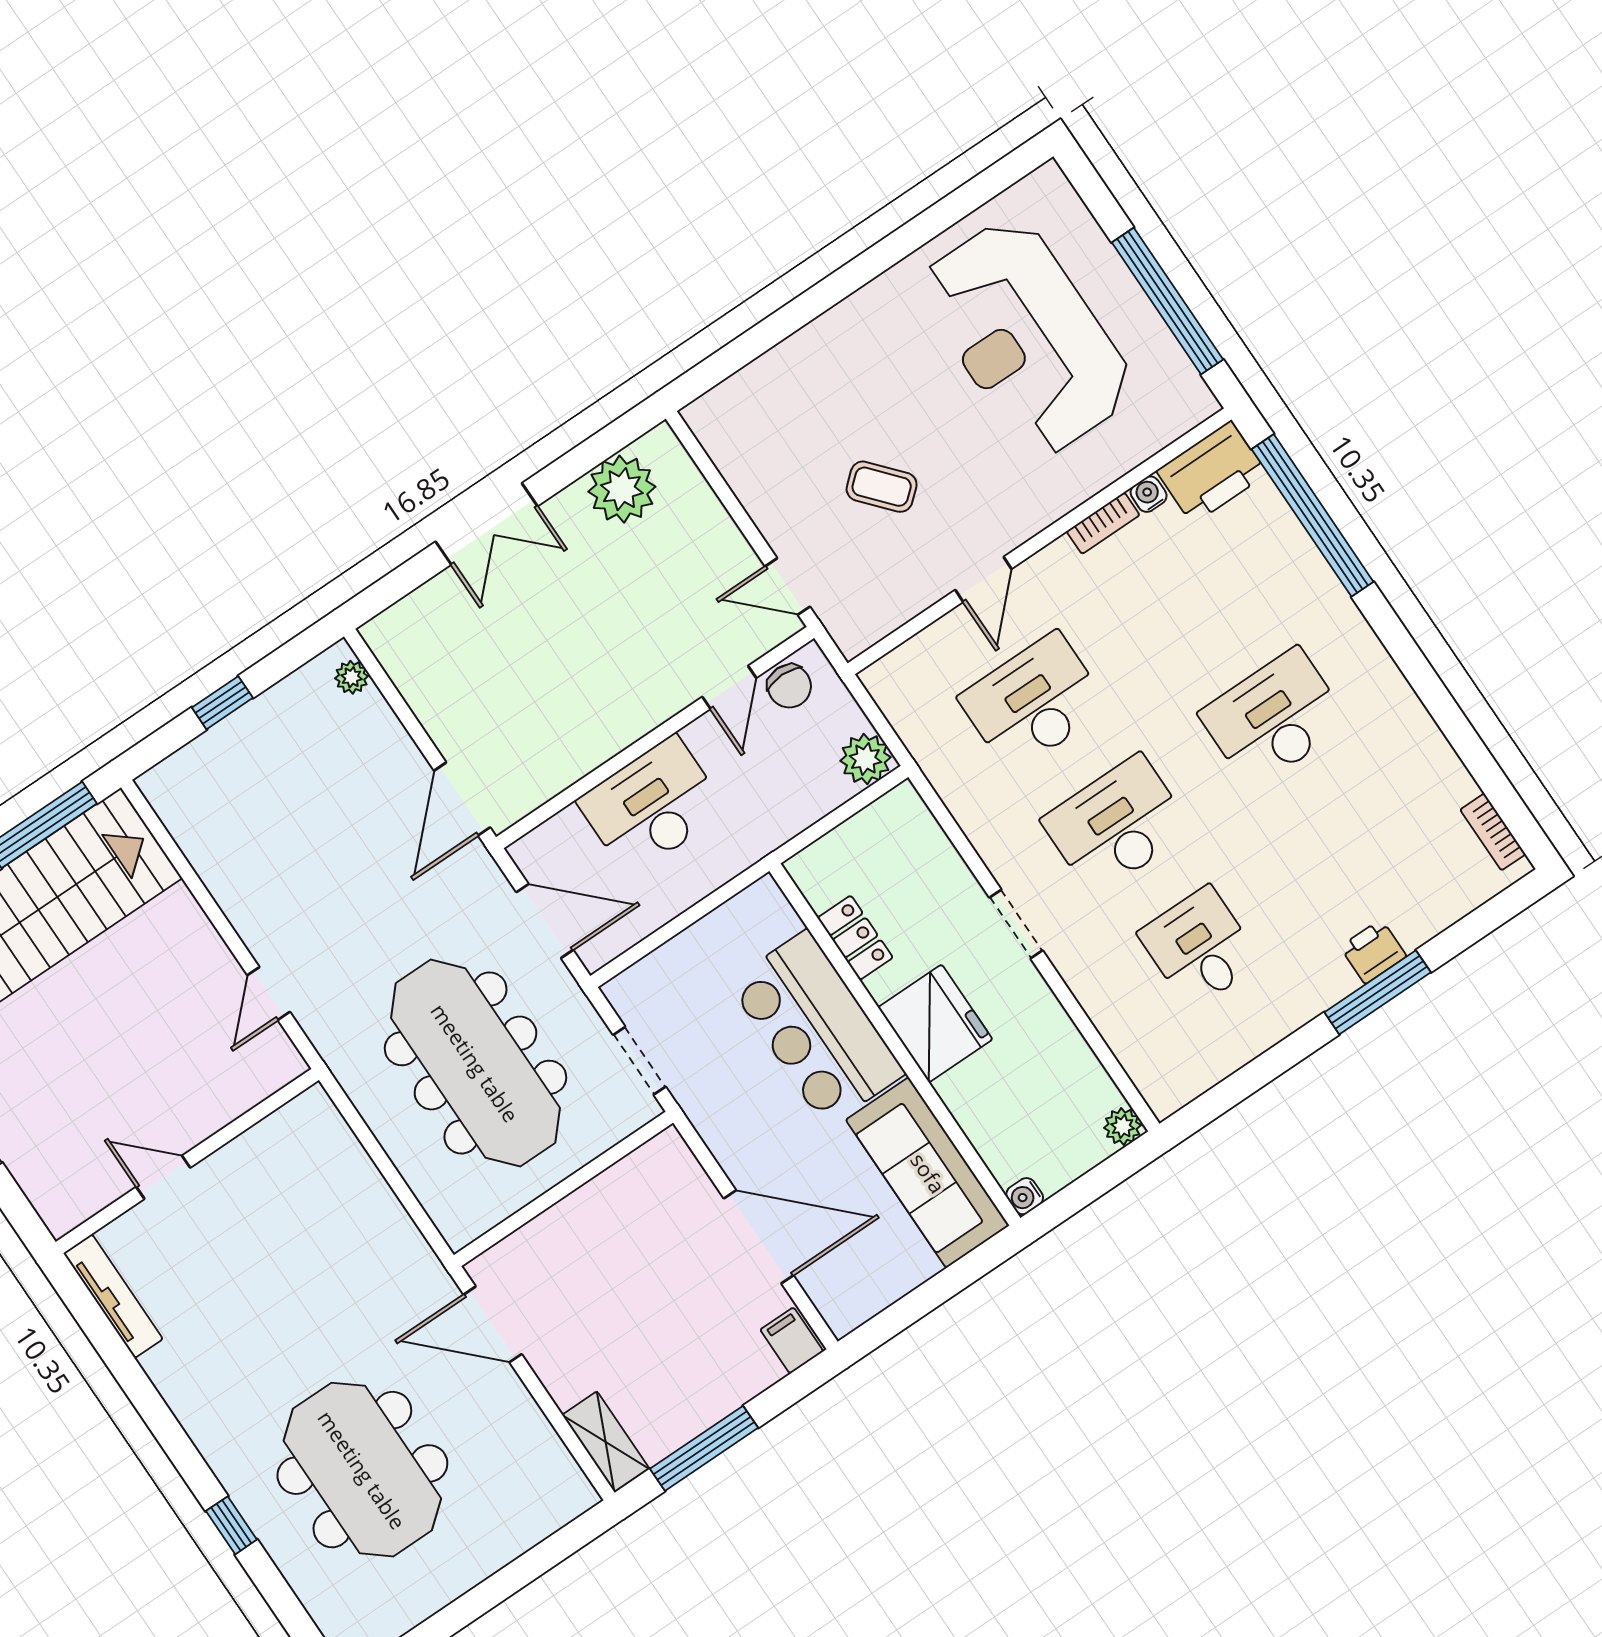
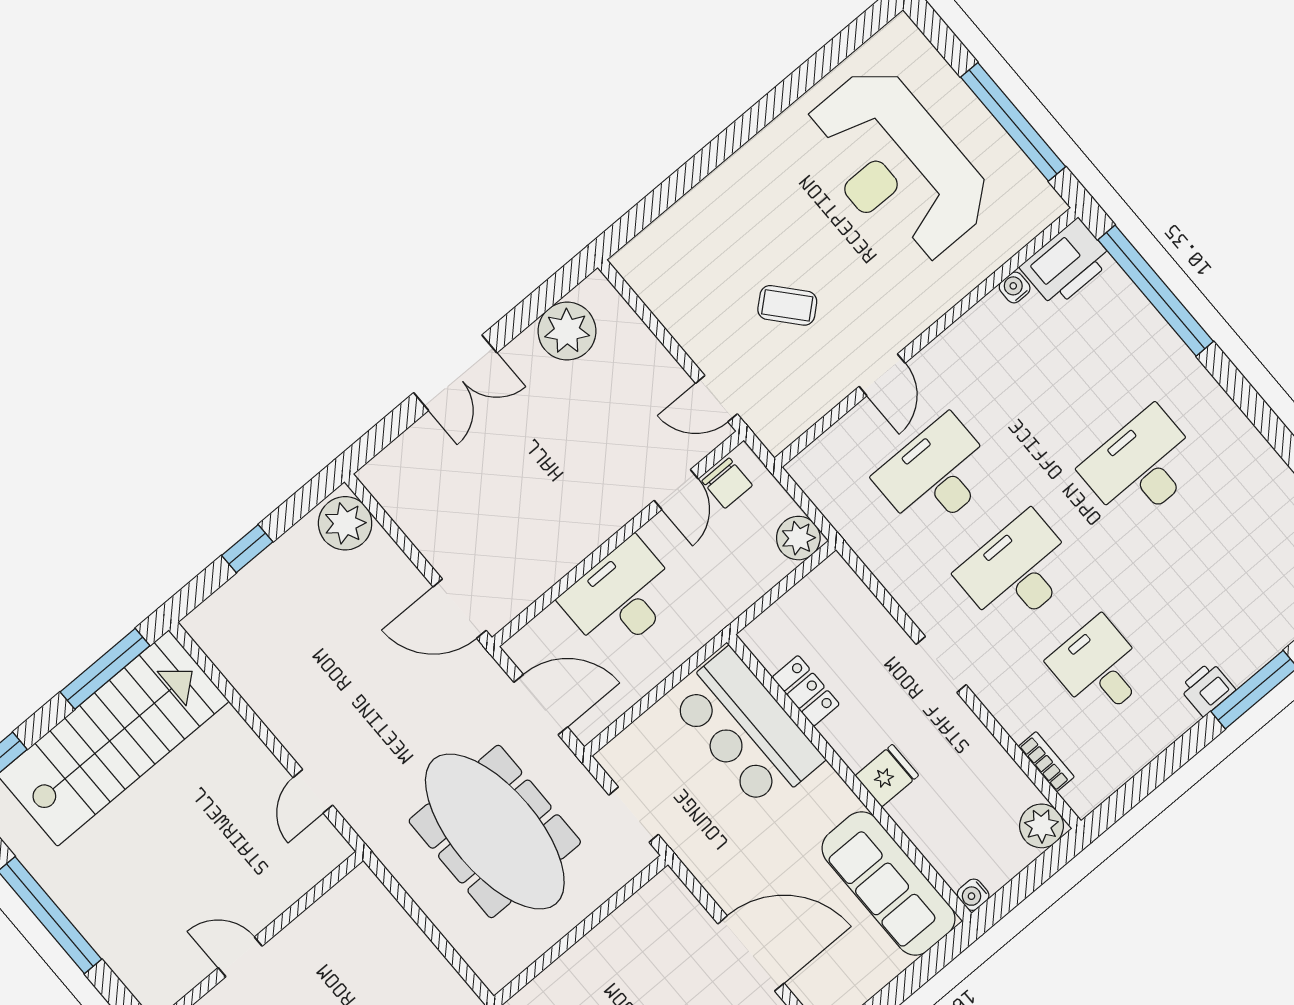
bookcase: (1103, 523) -> (1046, 762), moved, turned -90
plant: (352, 677) -> (345, 523), width x1.88, depth x1.88
door: (462, 799) -> (460, 609), hinge flipped
printer: (1373, 952) -> (1207, 689), moved
fridge: (935, 1023) -> (887, 776), width x0.53, depth x0.75
bar counter: (817, 1028) -> (746, 729), moved
plant: (1123, 1126) -> (1042, 826), width x1.38, depth x1.38

